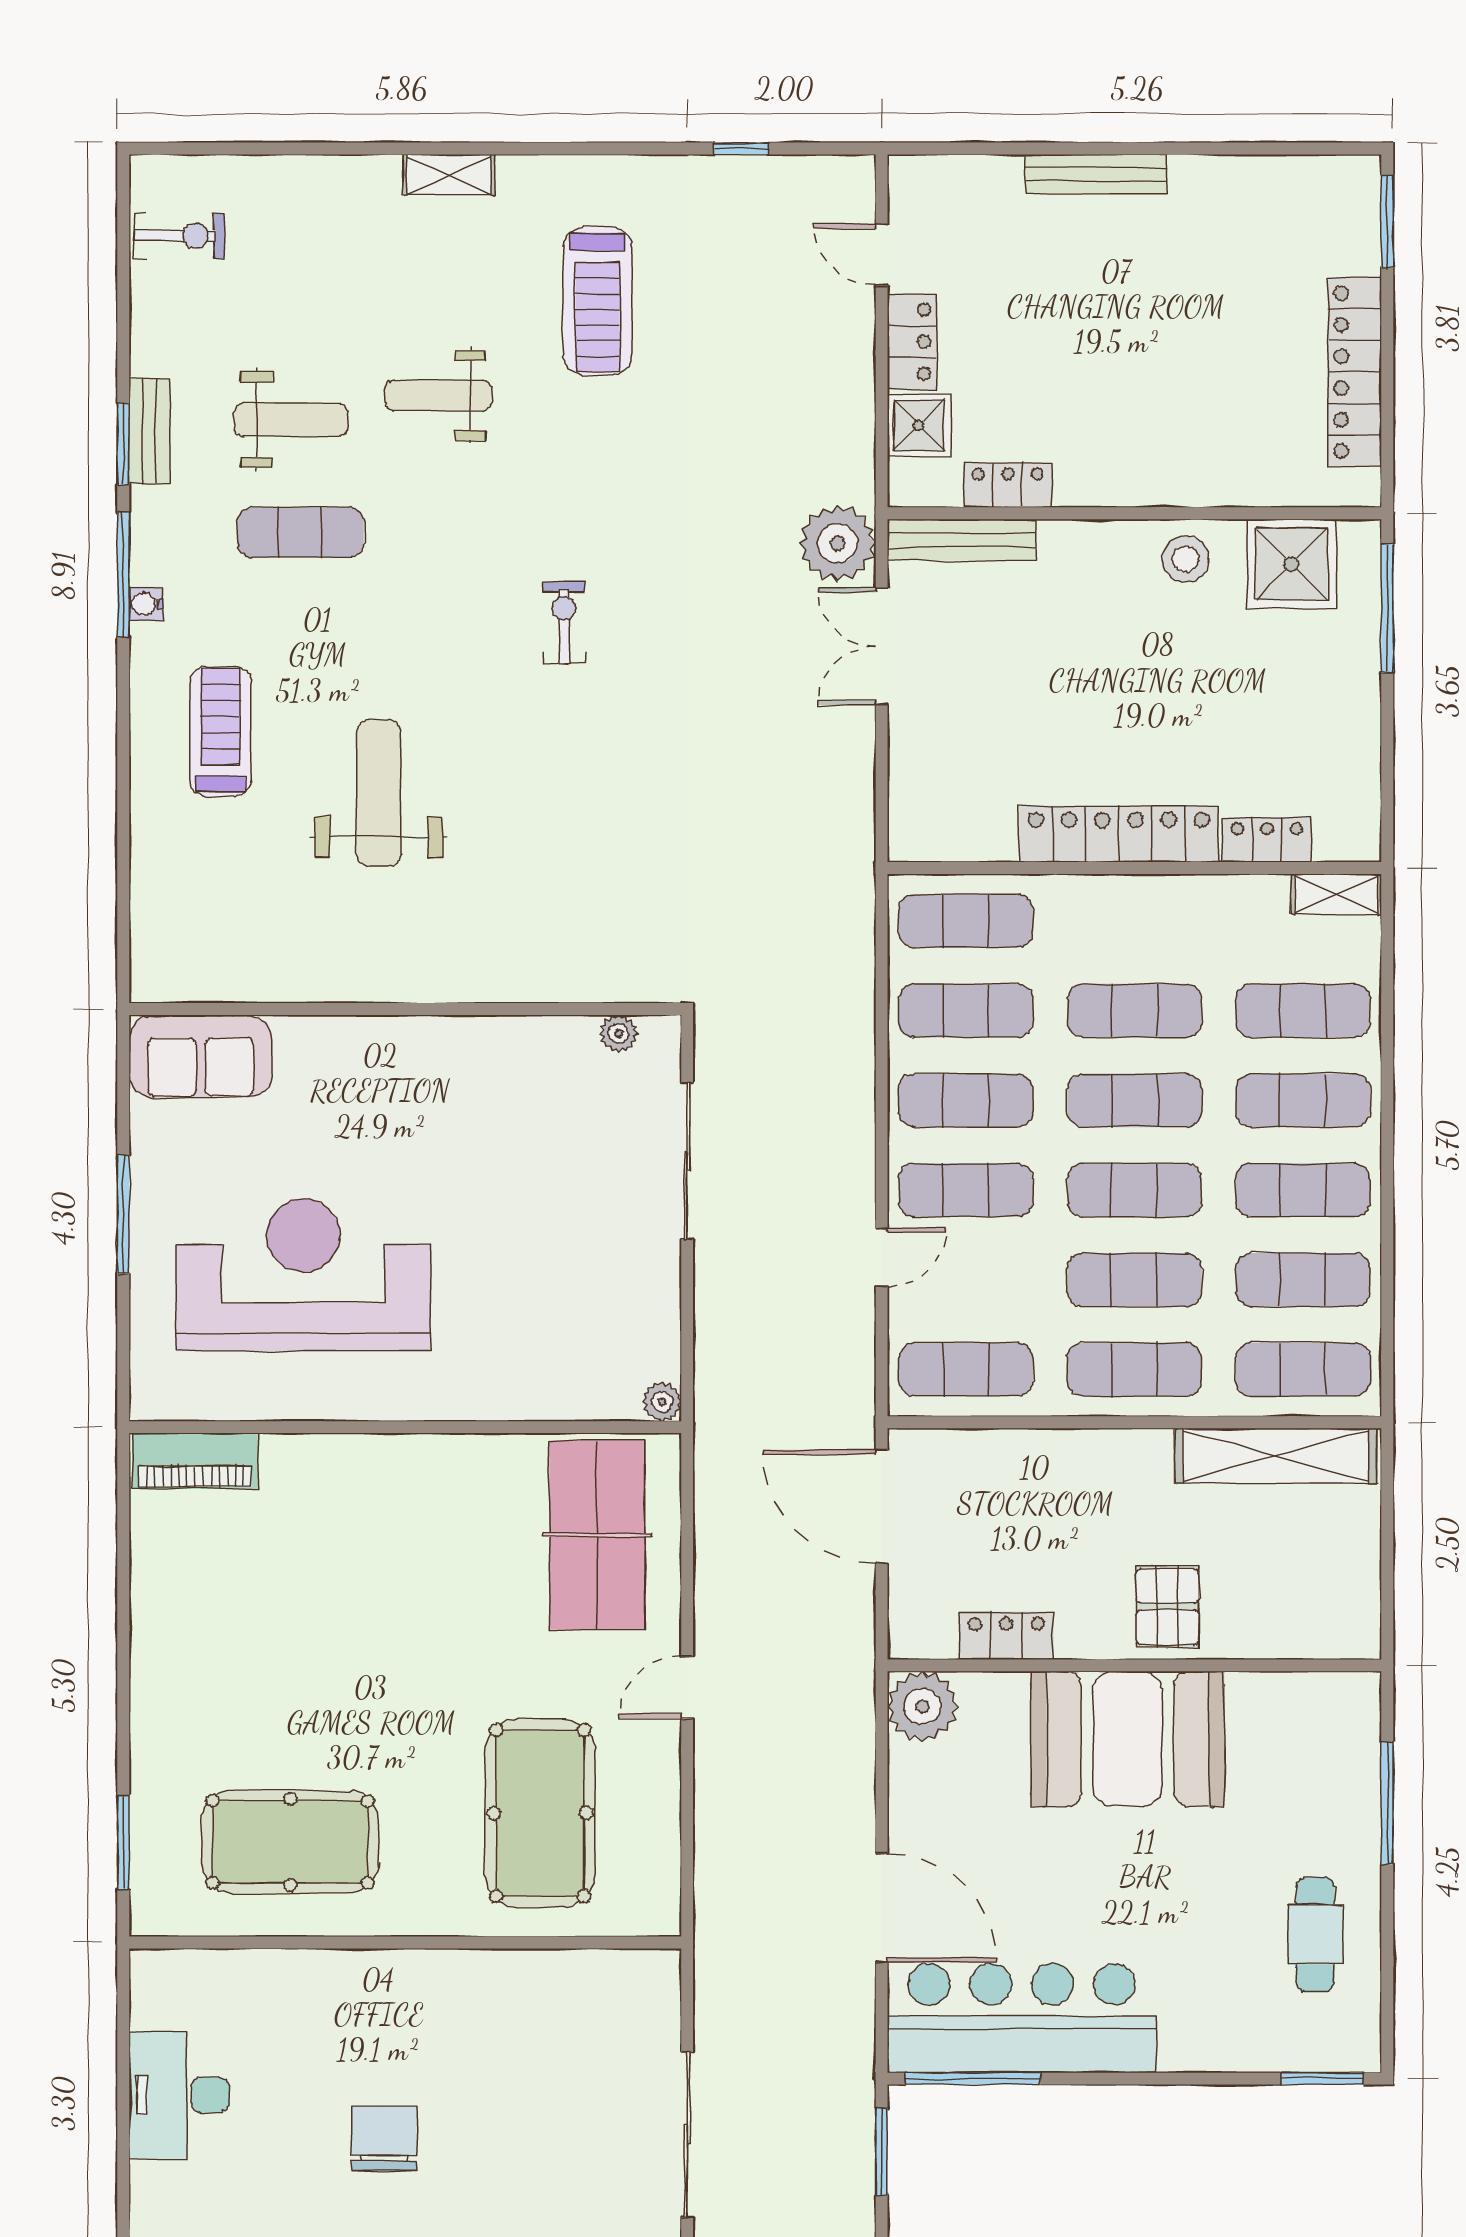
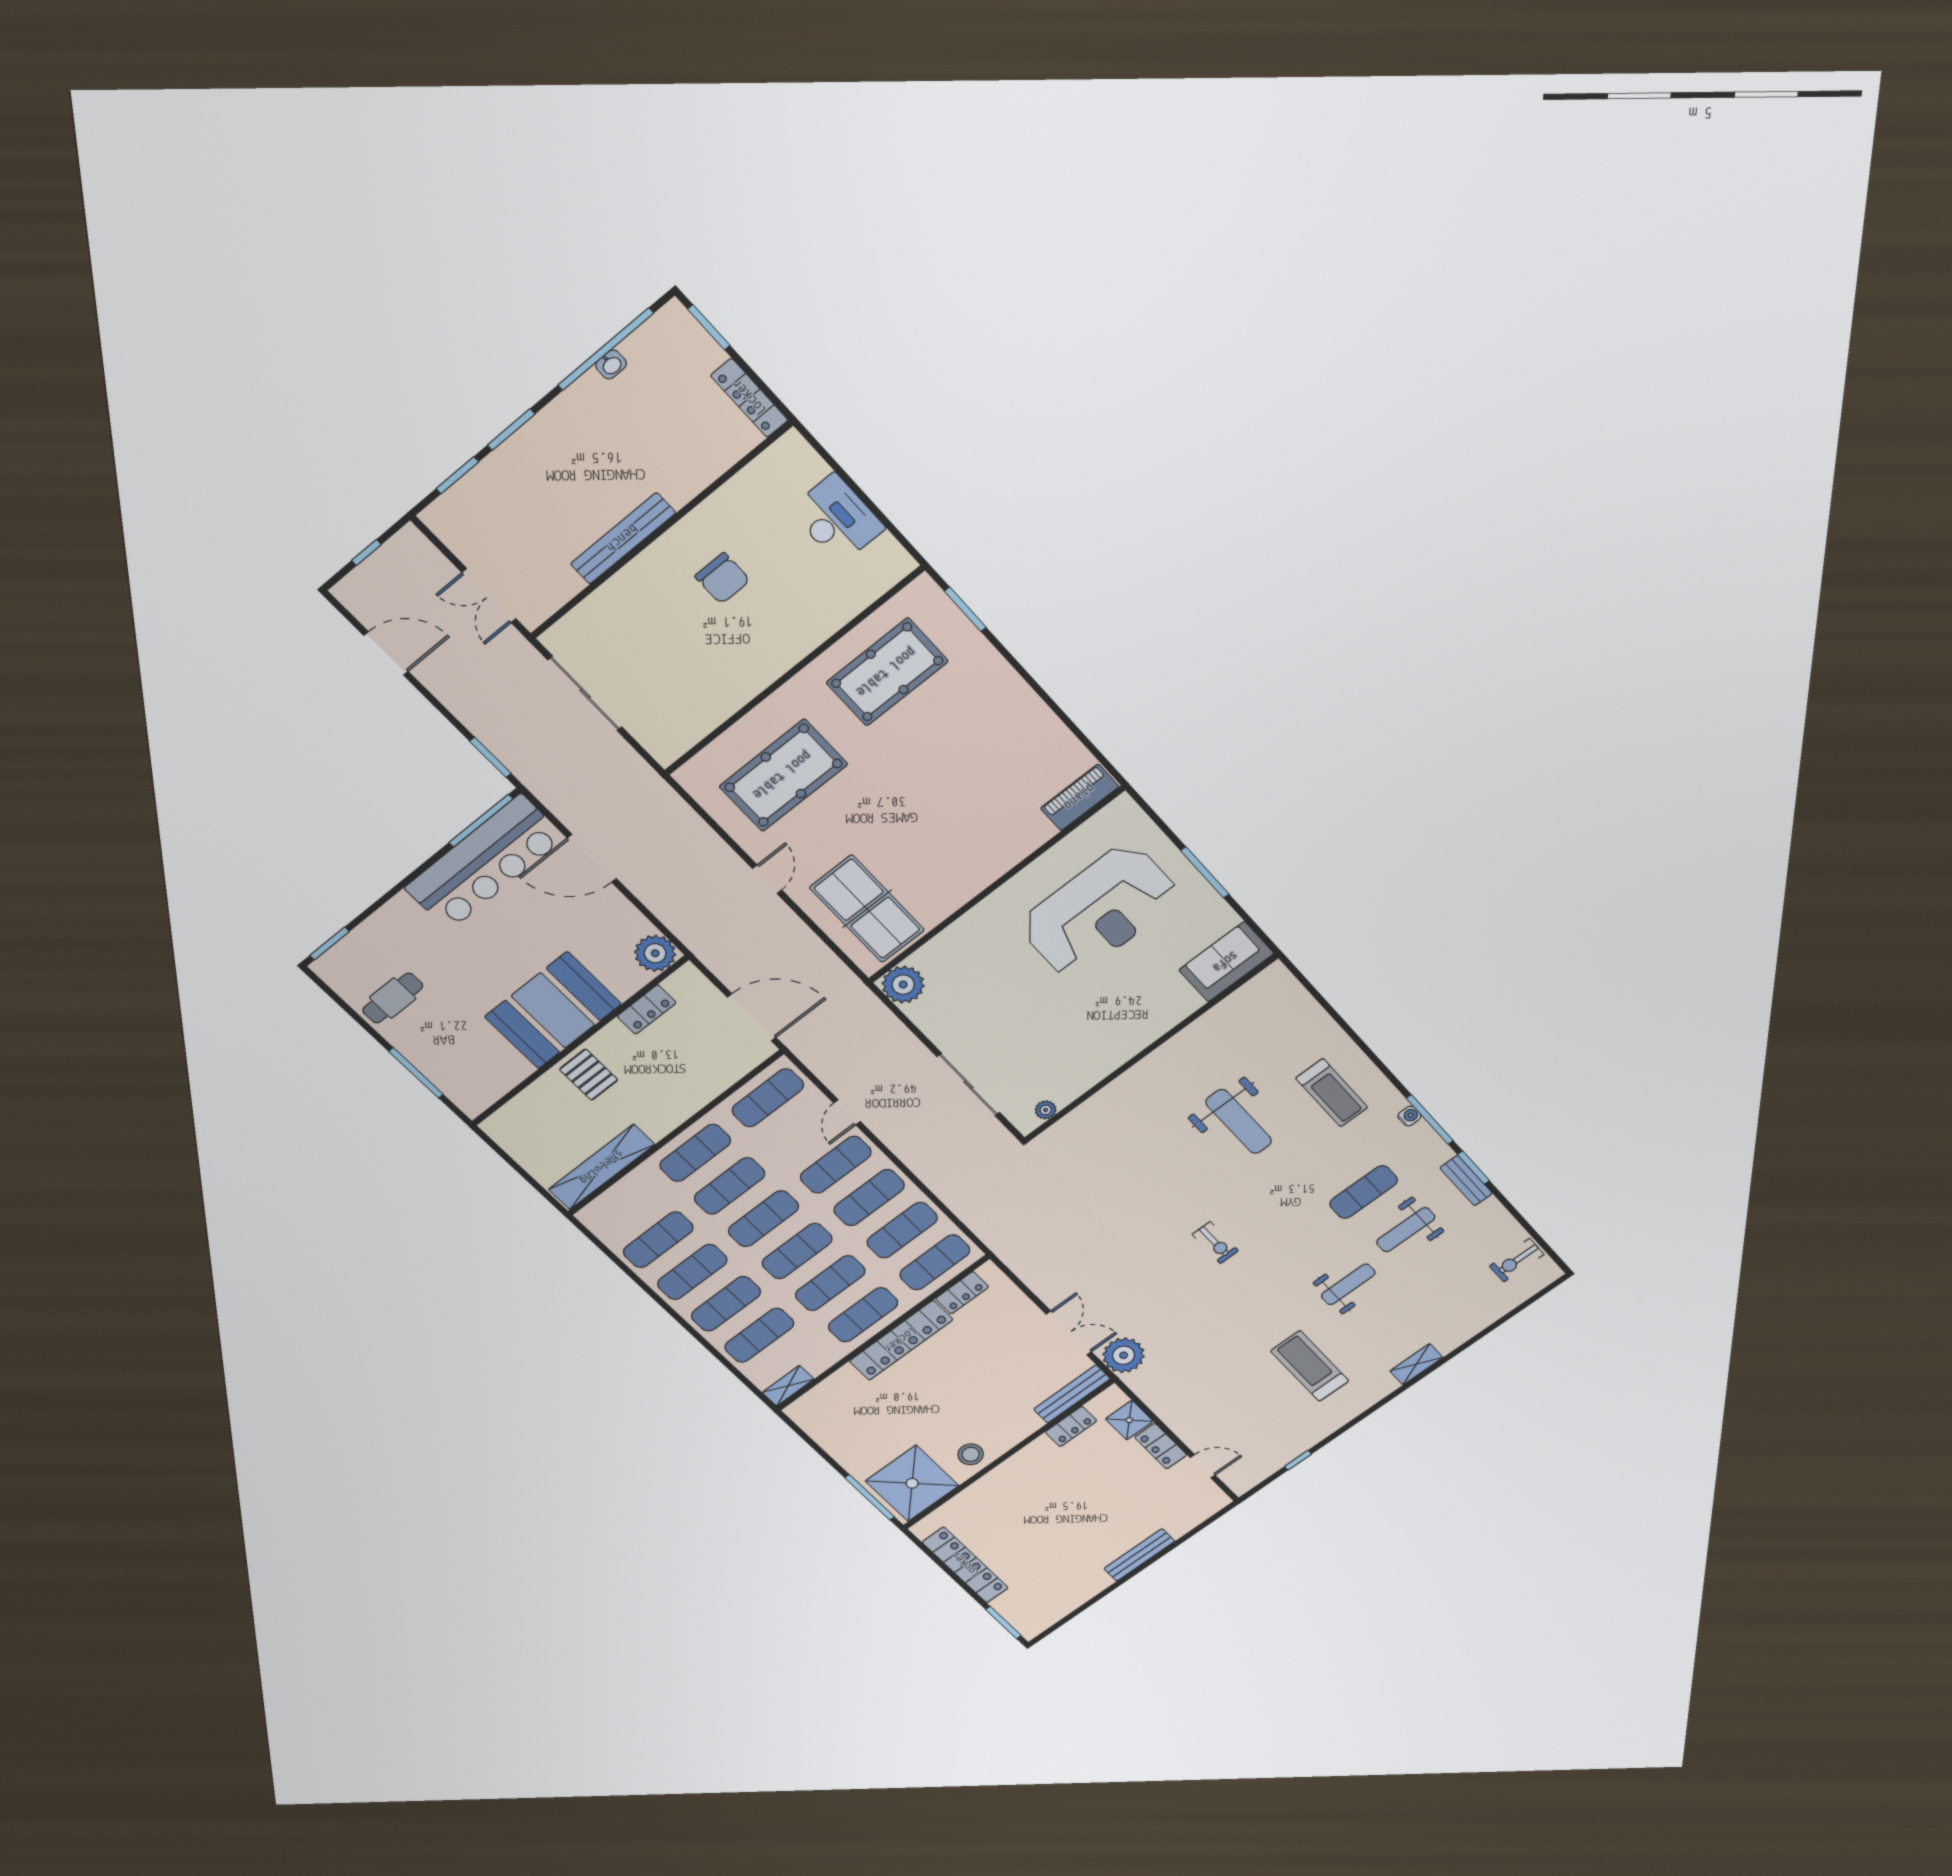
shower: (1292, 564) -> (912, 1483), width x1.37, depth x1.37
locker: (1267, 840) -> (962, 1293), moved
exercise mat: (1303, 1369) -> (863, 1315), moved
plant: (662, 1402) -> (903, 985), width x1.88, depth x1.88
pool table: (540, 1813) -> (783, 775), turned 90
cafe table: (1315, 1934) -> (393, 998), turned 90

